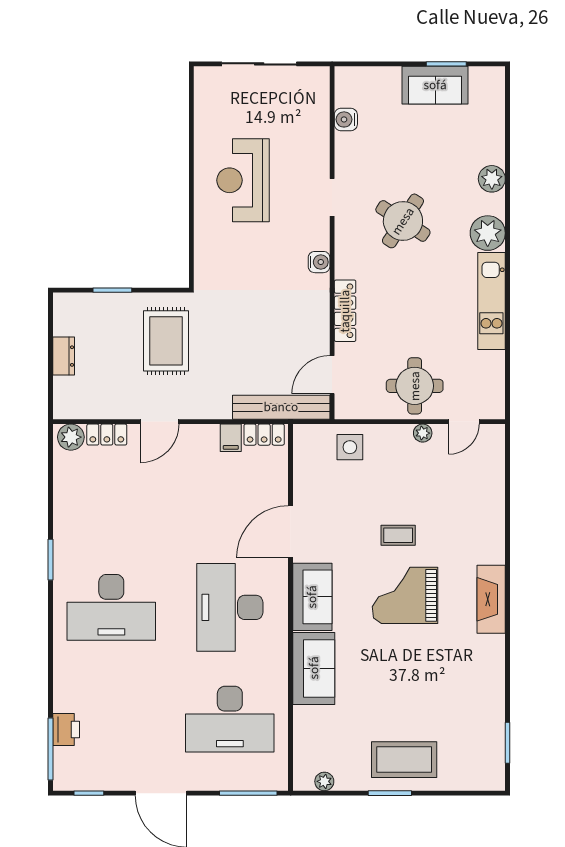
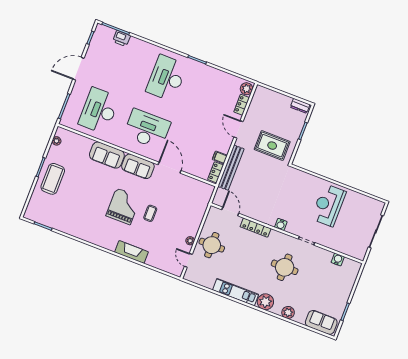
sofa: (435, 85) -> (321, 322), moved, turned 90
reception desk: (243, 180) -> (328, 205), turned -90
round table: (403, 221) -> (285, 267), turned -33
dresser: (64, 356) -> (300, 106), moved
bench: (281, 407) -> (231, 168), moved
side table: (350, 447) -> (196, 207), removed
fireplace: (491, 599) -> (131, 252), moved

